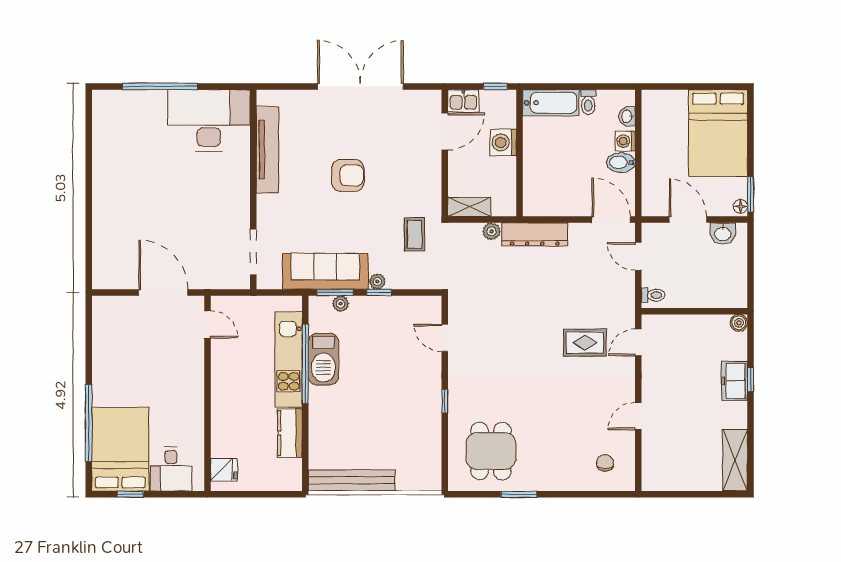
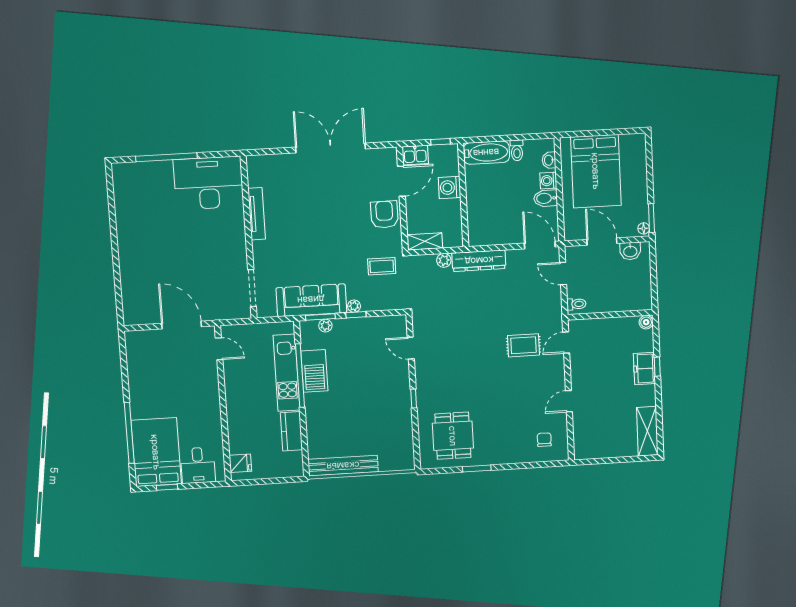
bed: (718, 133) -> (596, 171), moved
tv unit: (267, 150) -> (257, 214), width x0.73, depth x0.78
armchair: (348, 175) -> (384, 214), moved, turned -90
coffee table: (414, 234) -> (382, 266), turned 90

